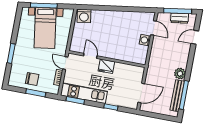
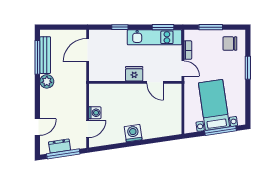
washing machine: (84, 16) -> (133, 133), moved
door: (154, 28) -> (88, 129), swing flipped
chair: (32, 79) -> (230, 44), moved

